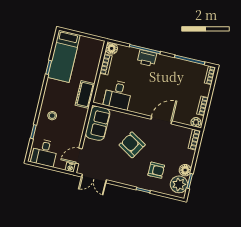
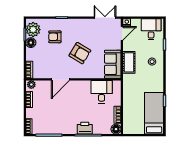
cot: (85, 95) -> (129, 62), moved

